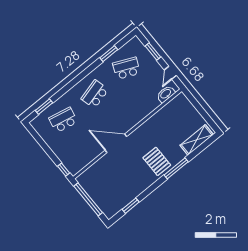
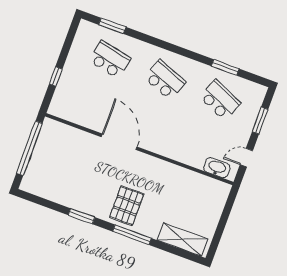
school desk: (95, 94) -> (165, 80), turned 36
window: (64, 170) -> (56, 77), moved
window: (131, 206) -> (81, 216), moved

